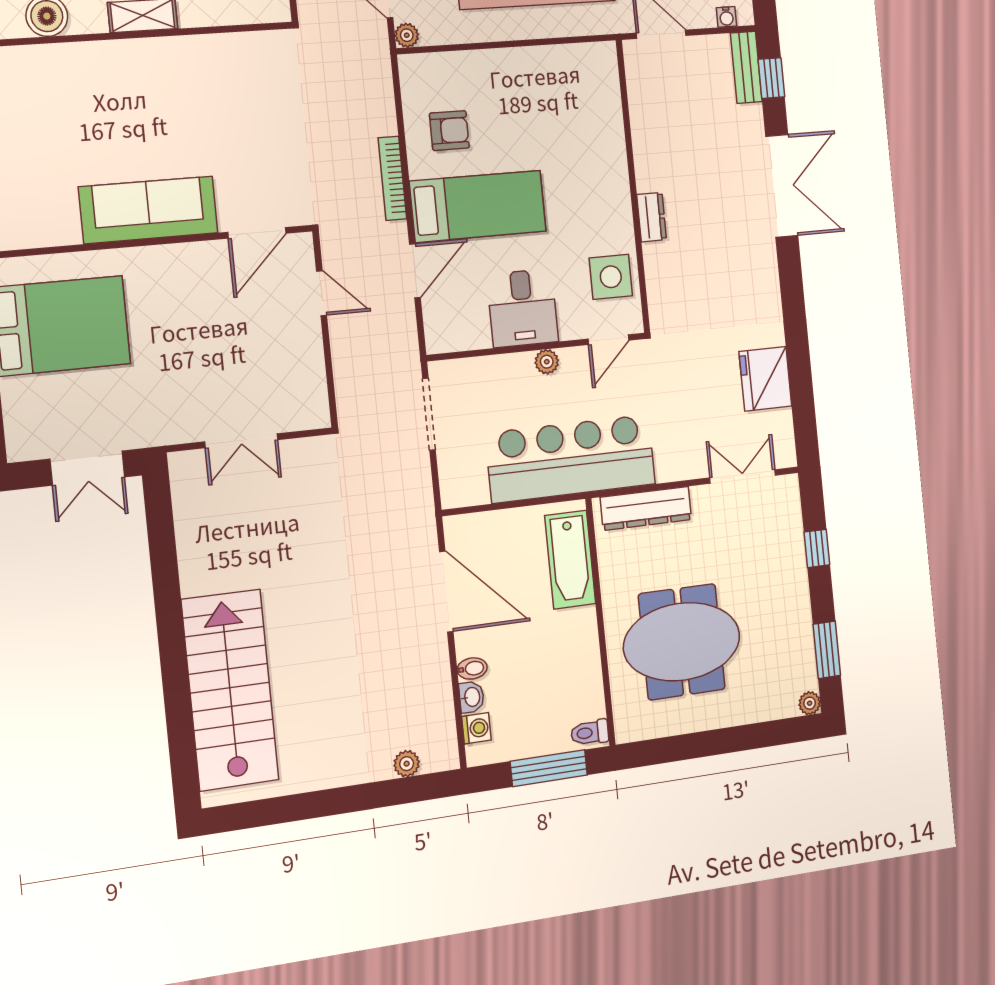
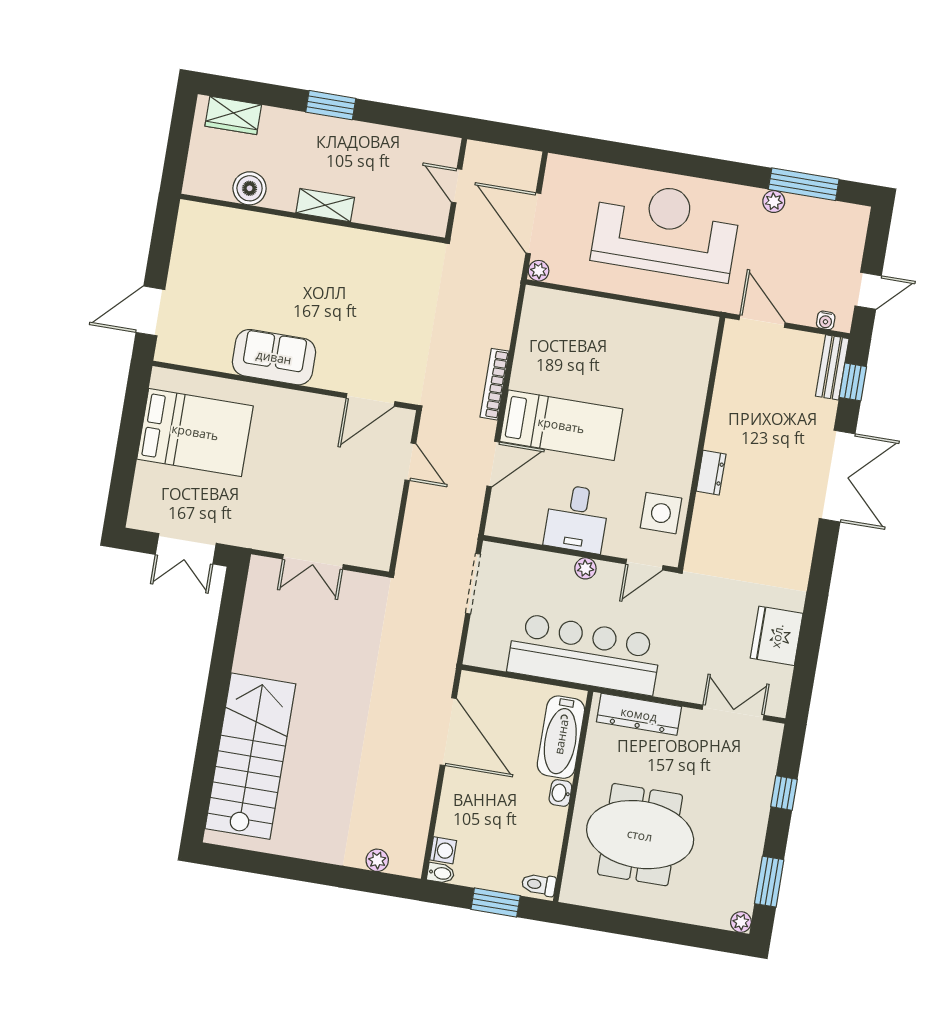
armchair: (449, 131) -> (554, 357), removed
sofa: (148, 210) -> (274, 357), width x0.73
bidet: (472, 668) -> (441, 873), moved
washbasin: (472, 697) -> (560, 793), moved, turned 180
window: (549, 768) -> (496, 902), width x0.69

